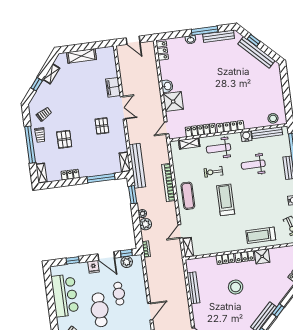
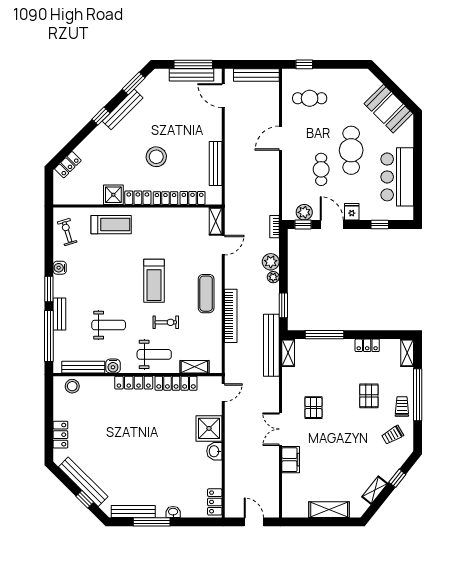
locker: (277, 83) -> (60, 435), added
locker: (206, 262) -> (193, 198), added

